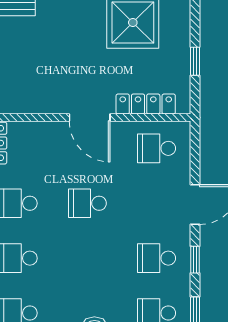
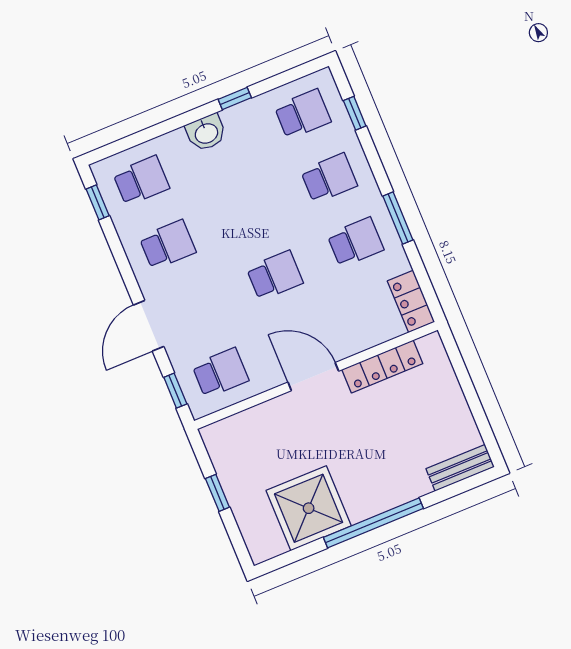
locker: (146, 104) -> (382, 366), moved
window: (195, 260) -> (175, 391), moved

